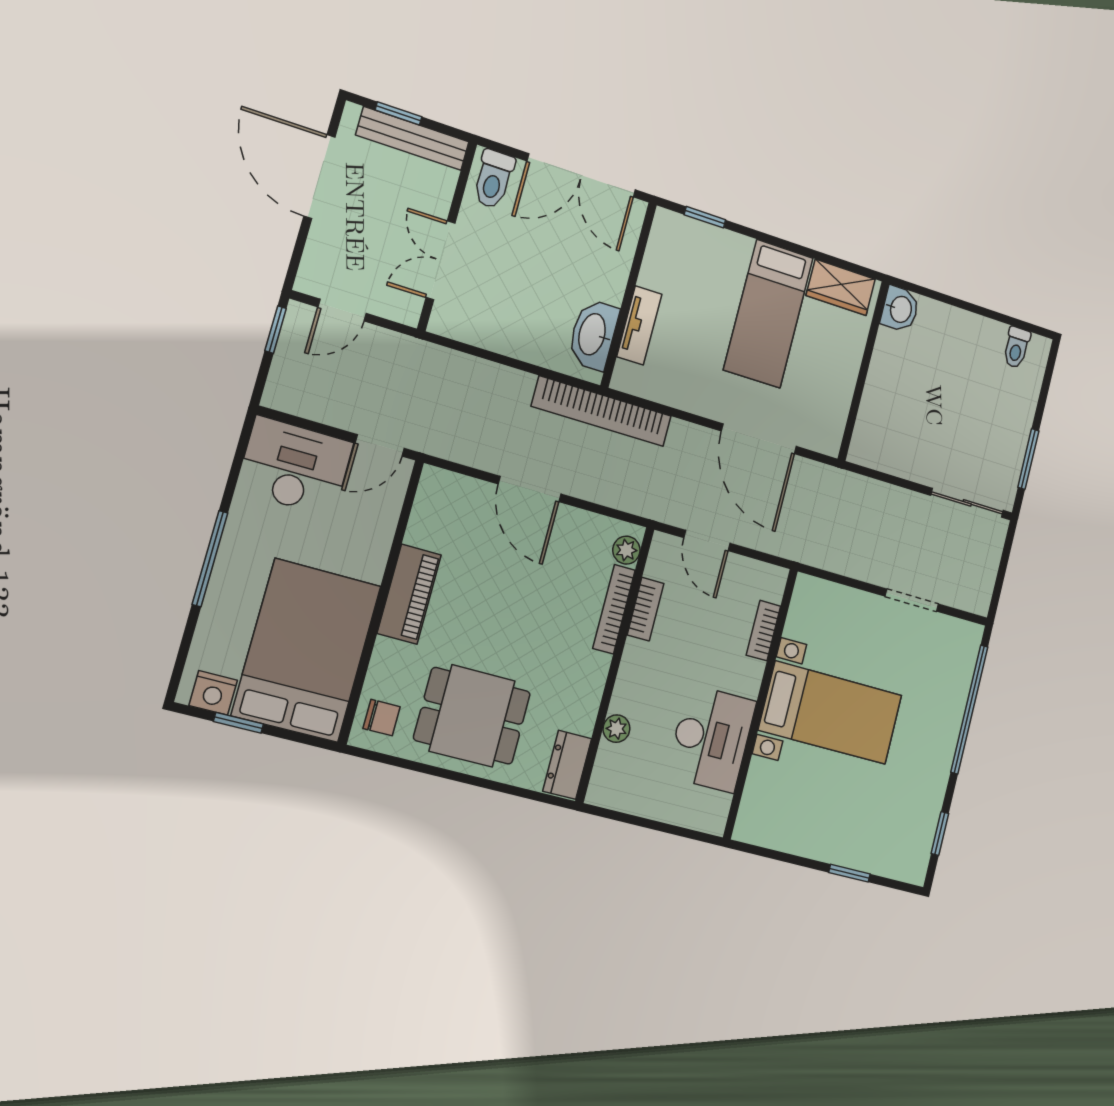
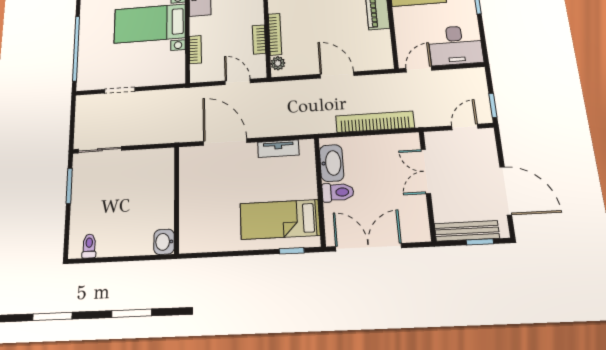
toilet: (493, 179) -> (338, 192), moved, turned 90
double door: (440, 260) -> (426, 171), swing flipped
wardrobe: (841, 287) -> (202, 241), removed
bed: (768, 314) -> (280, 219), moved, turned -90
tv unit: (639, 325) -> (278, 149), moved, turned -90
bookcase: (602, 411) -> (375, 122), moved

